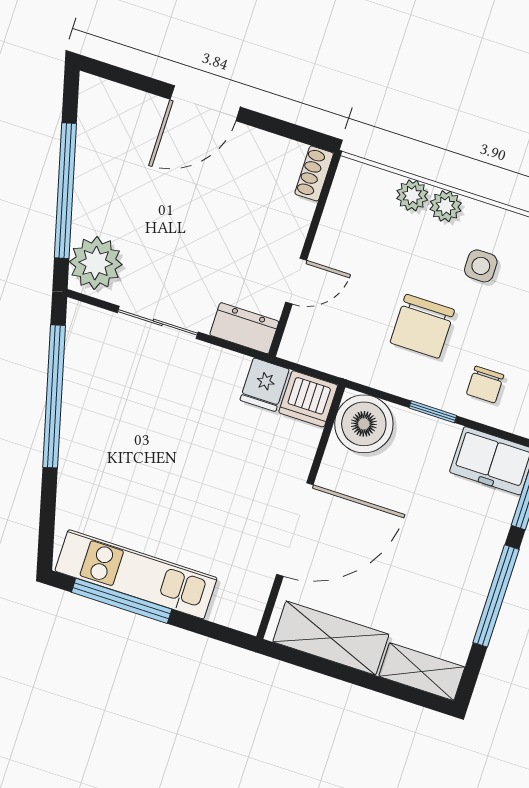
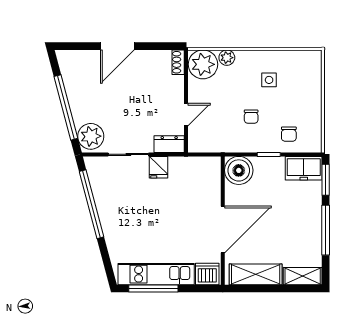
plant: (446, 206) -> (203, 64), moved, width x1.87, depth x1.87
chair: (422, 326) -> (251, 117), width x0.54, depth x0.54
fridge: (265, 385) -> (158, 167), moved
dishwasher: (308, 399) -> (207, 274), moved, turned 180

